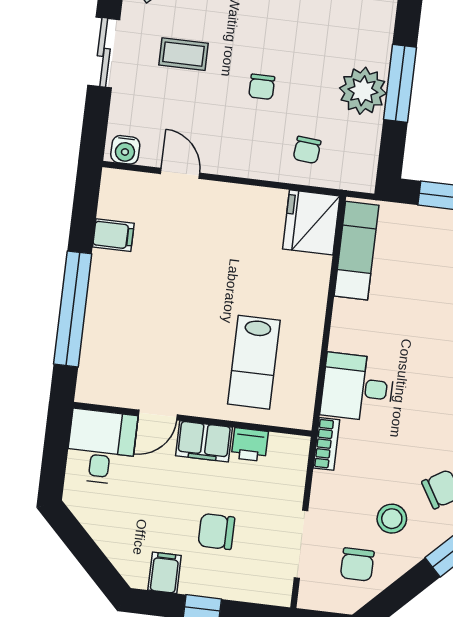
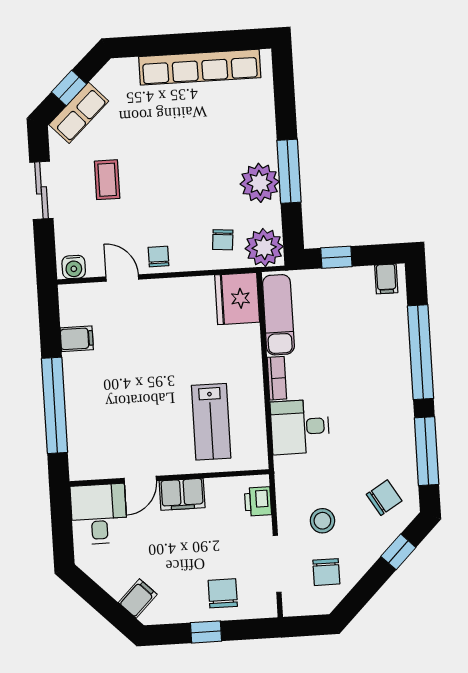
coffee table: (184, 54) -> (107, 180), turned 90
chair: (262, 87) -> (158, 257), moved, turned 180
plant: (354, 168) -> (264, 248), added
bookcase: (326, 444) -> (277, 378), moved
printer: (250, 445) -> (258, 501), moved, turned 90
stool: (392, 519) -> (322, 521), moved
chair: (216, 532) -> (223, 593), moved, turned 90
filing cabinet: (165, 573) -> (138, 598), moved, turned 45

